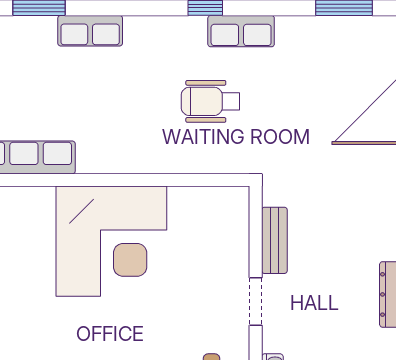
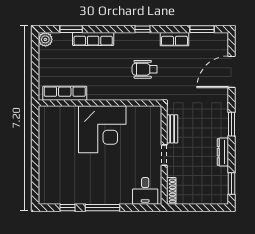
row of seats: (90, 31) -> (93, 39), width x1.48
row of seats: (241, 31) -> (174, 39), moved

